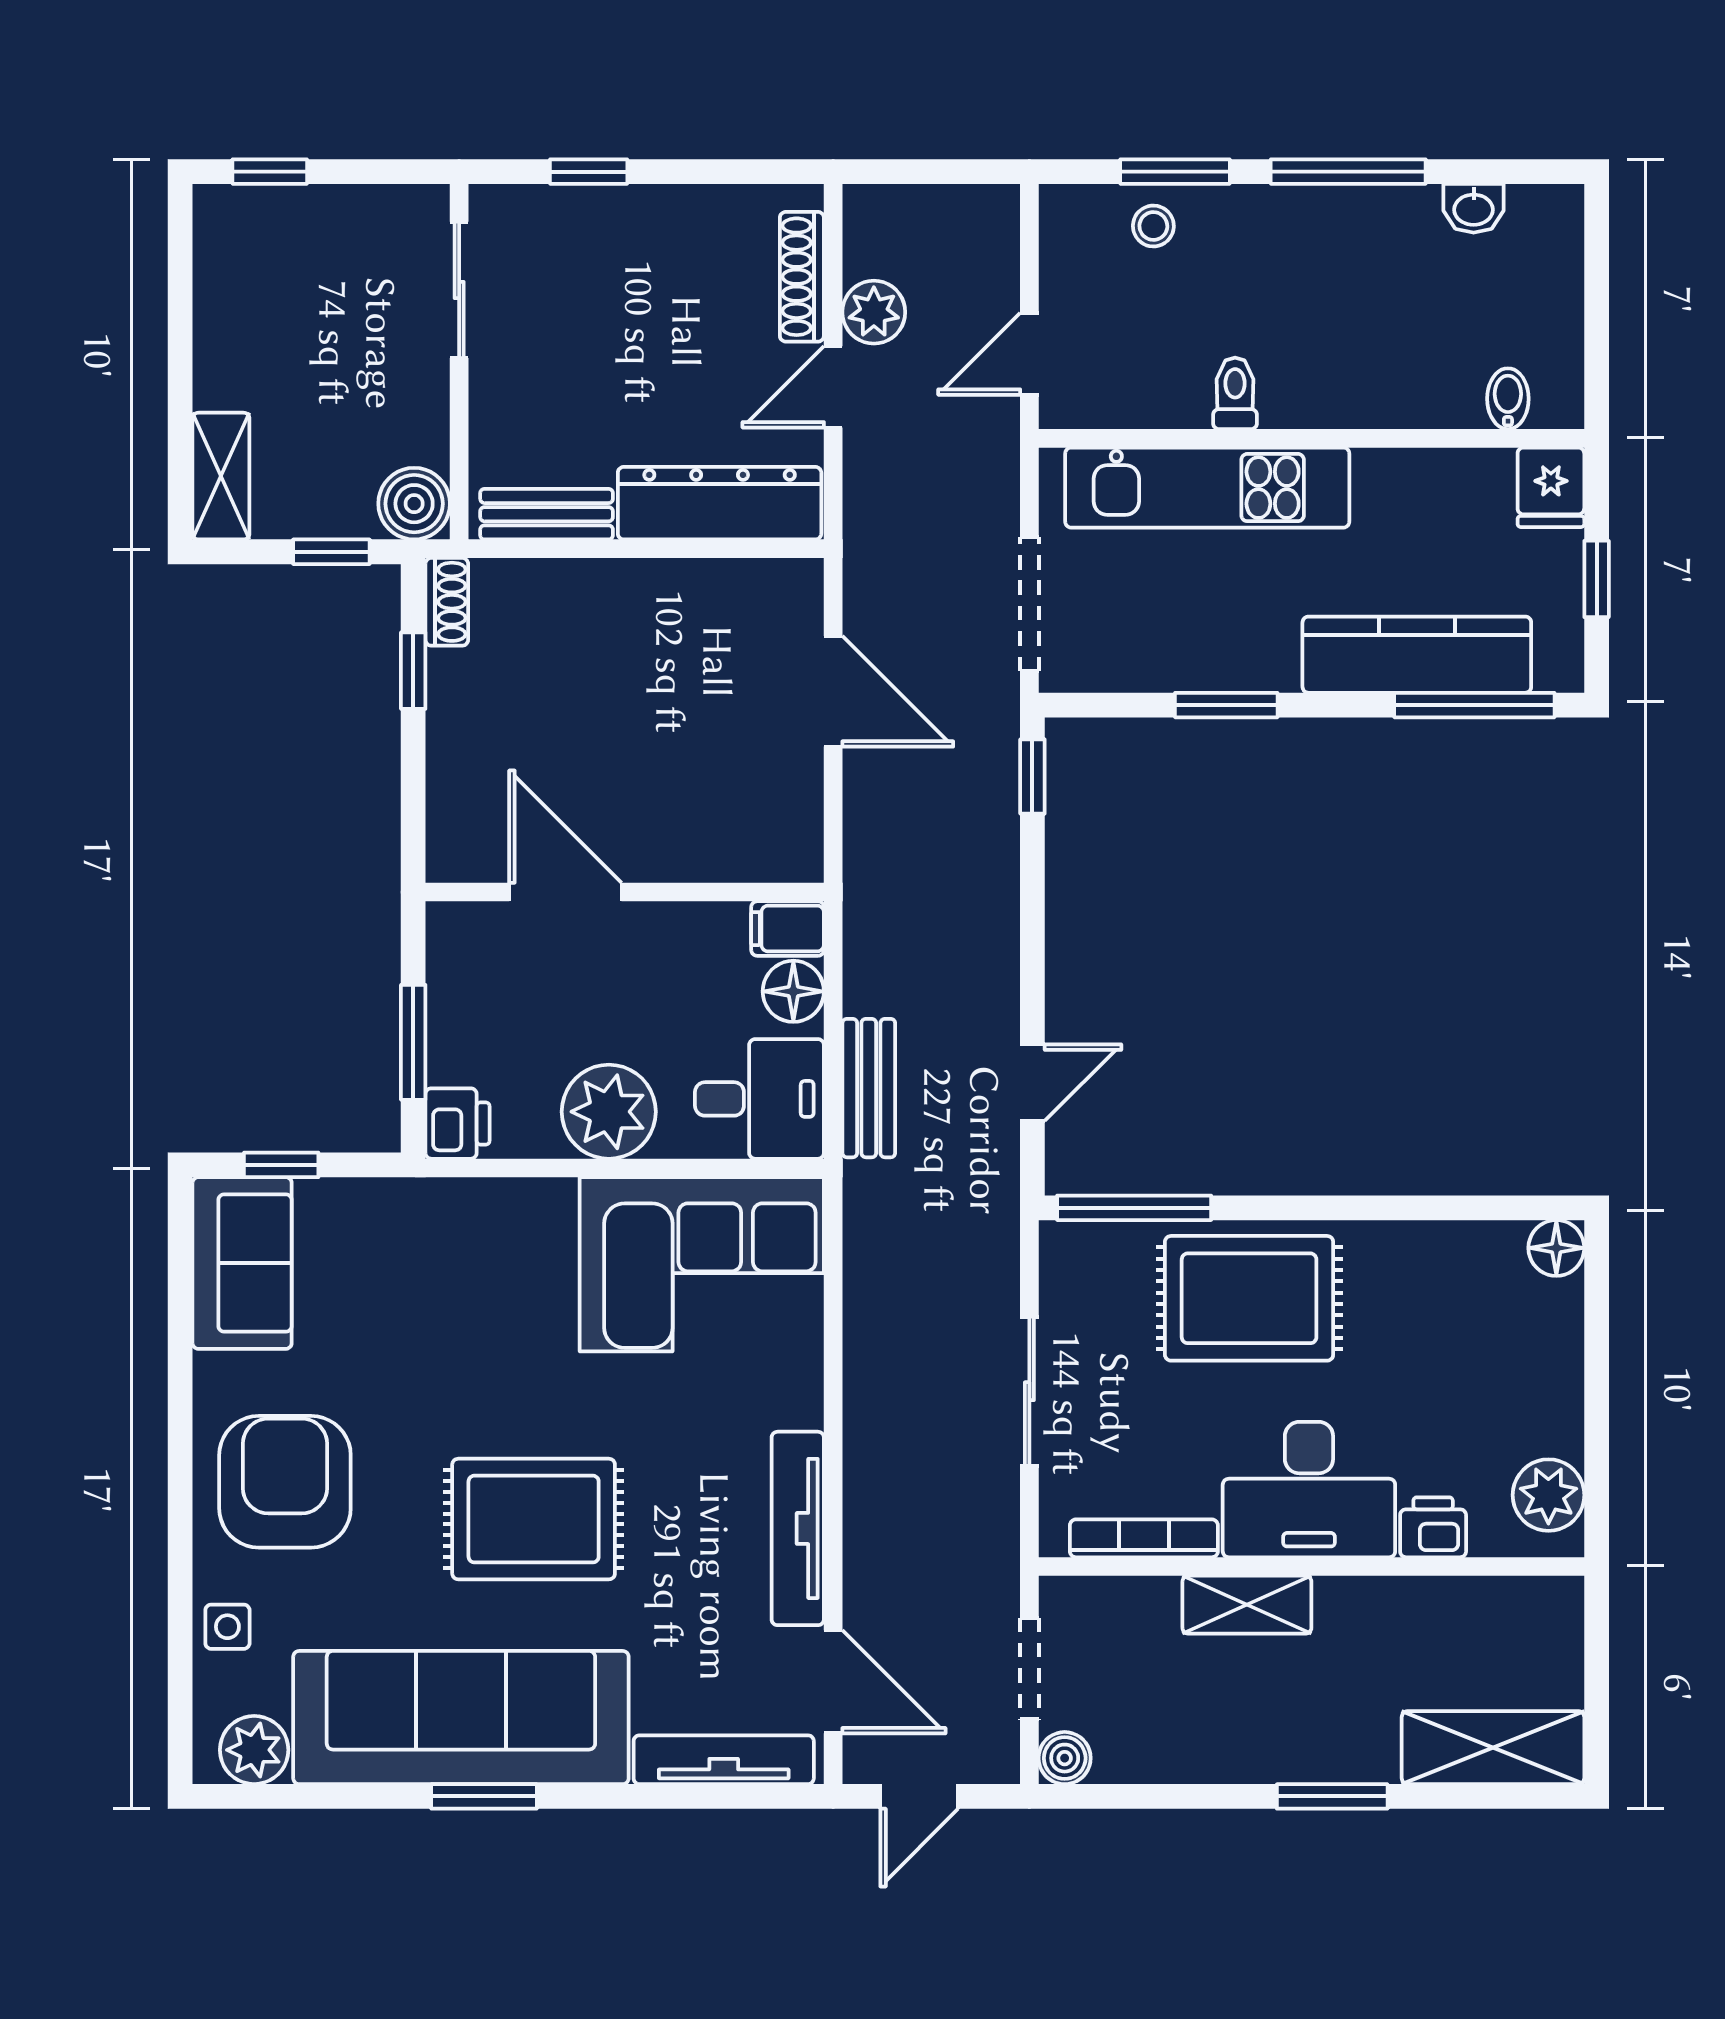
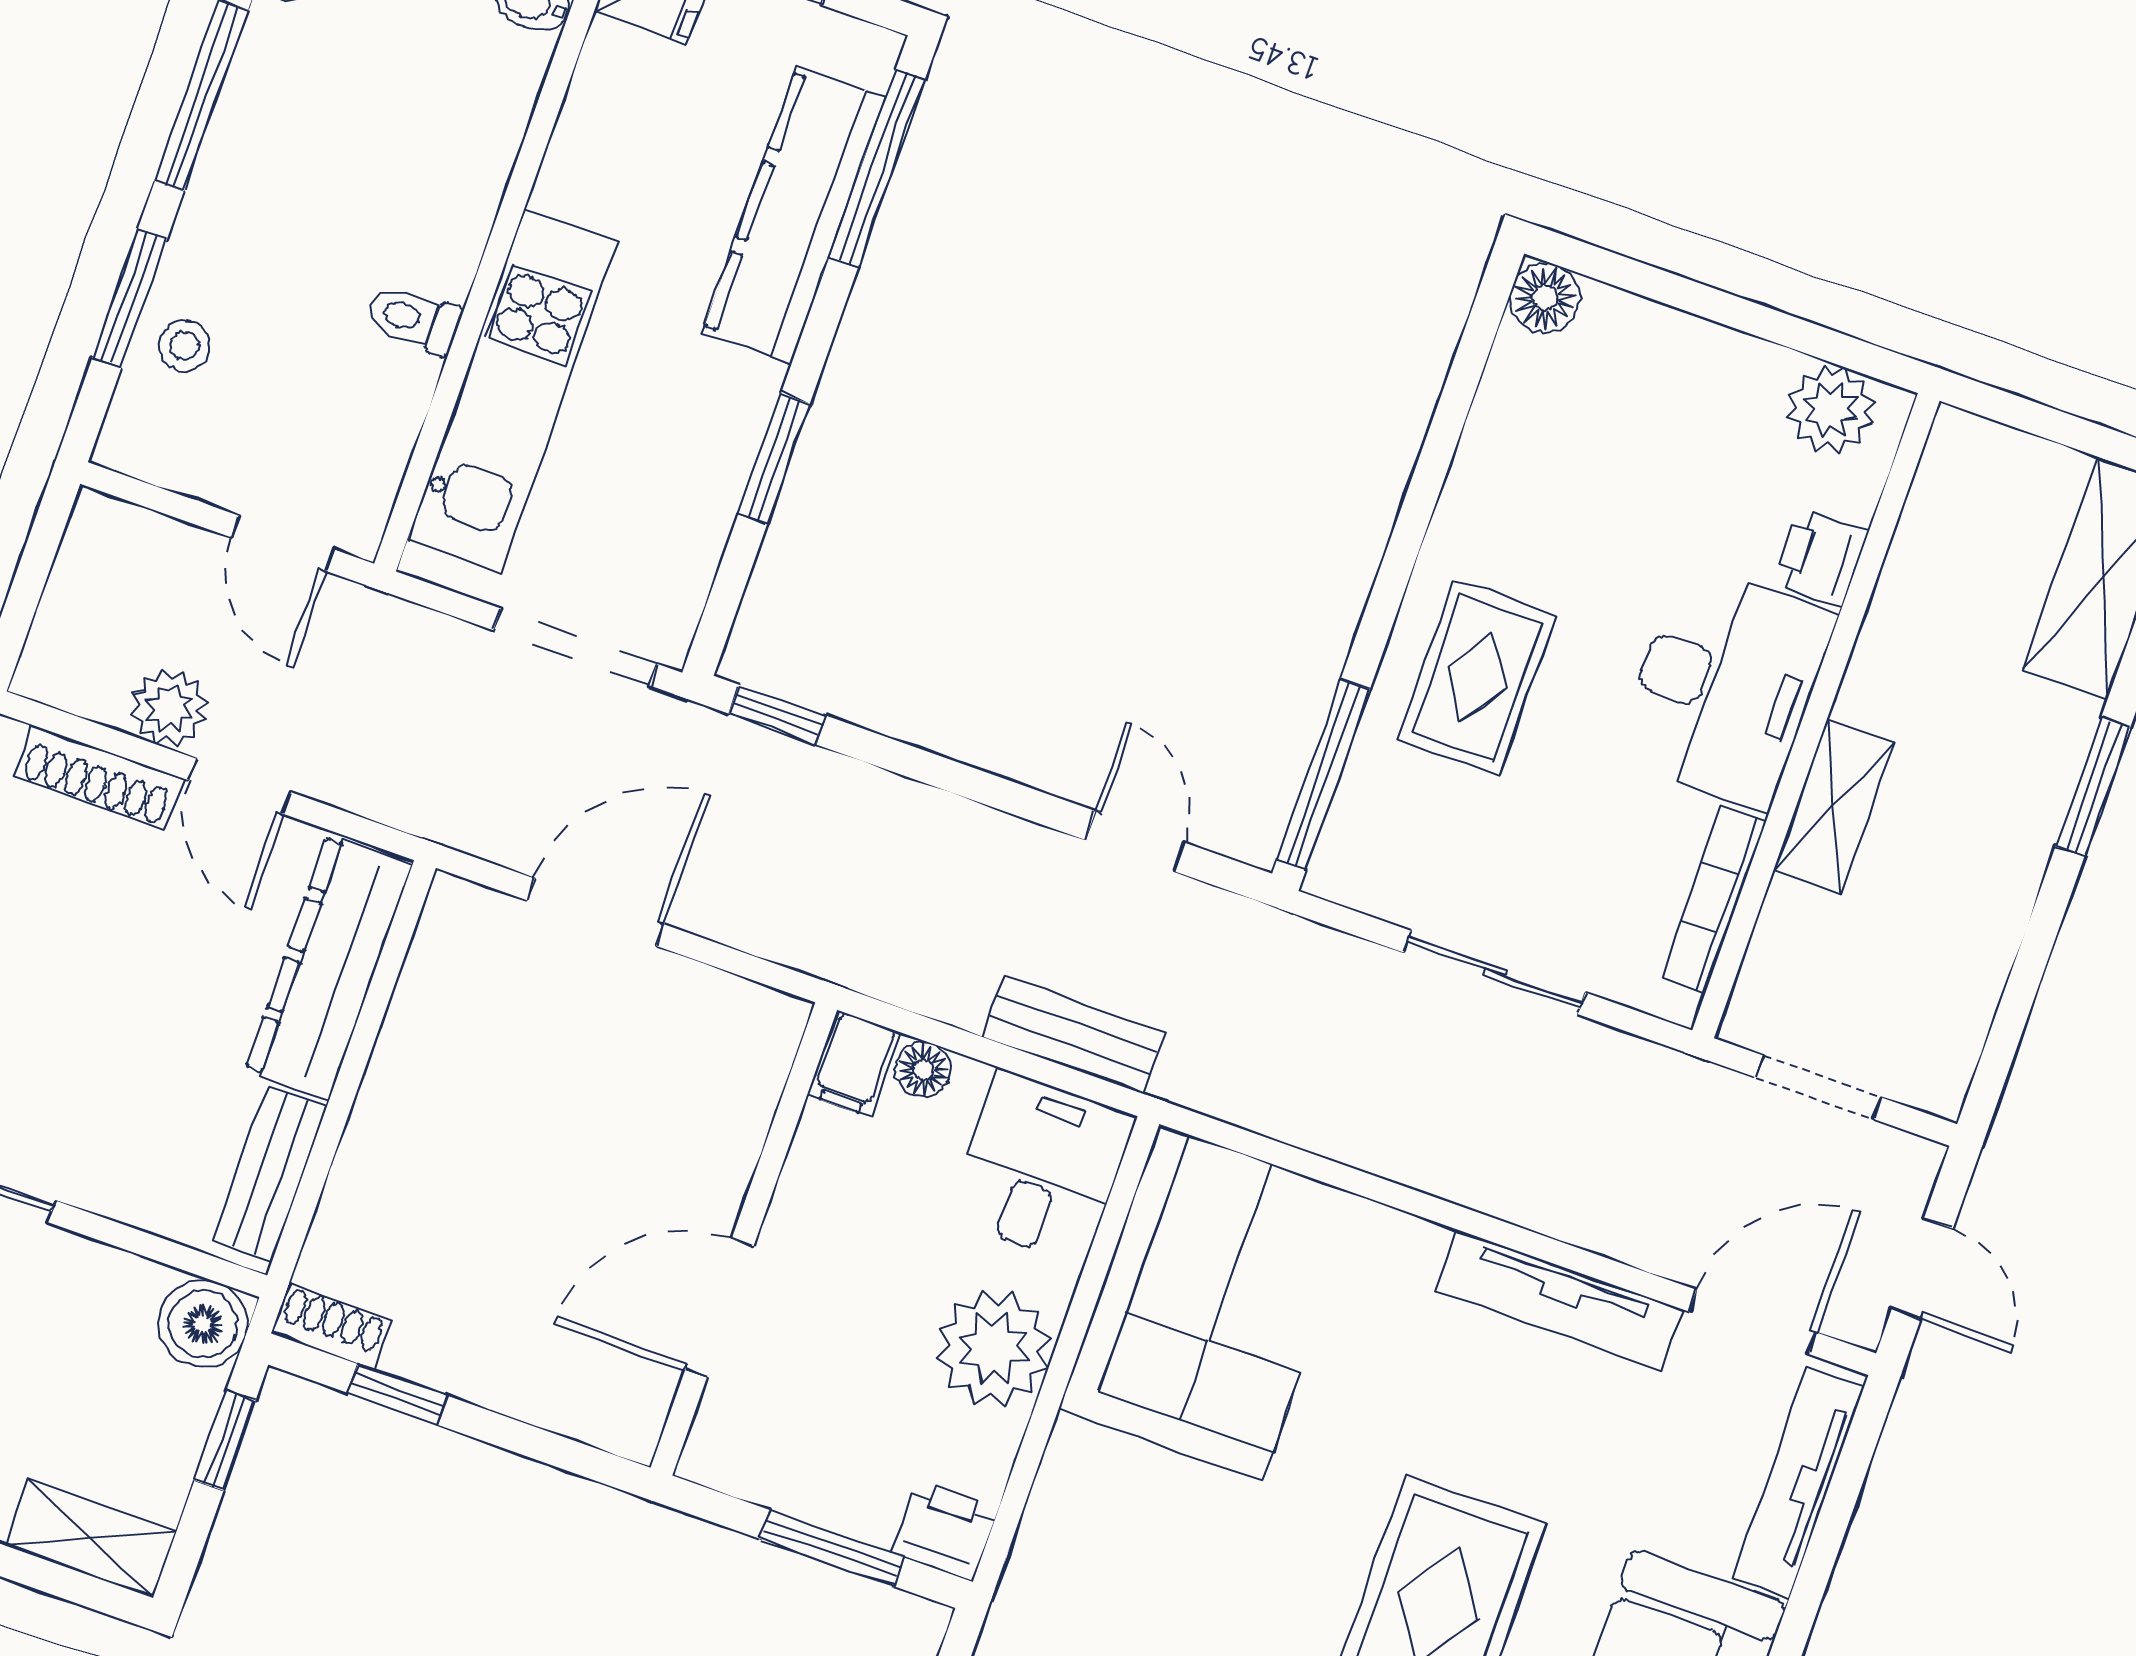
floor lamp: (793, 991) -> (923, 1070), width x0.73, depth x0.73
rug: (1249, 1298) -> (1477, 677), width x0.73, depth x0.70
boiler: (1065, 1758) -> (1938, 1083), removed

